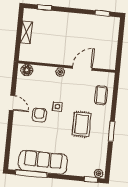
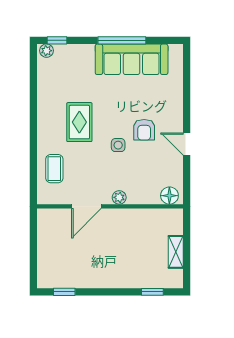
window: (111, 131) -> (33, 116), removed
window: (31, 174) -> (122, 40), moved

